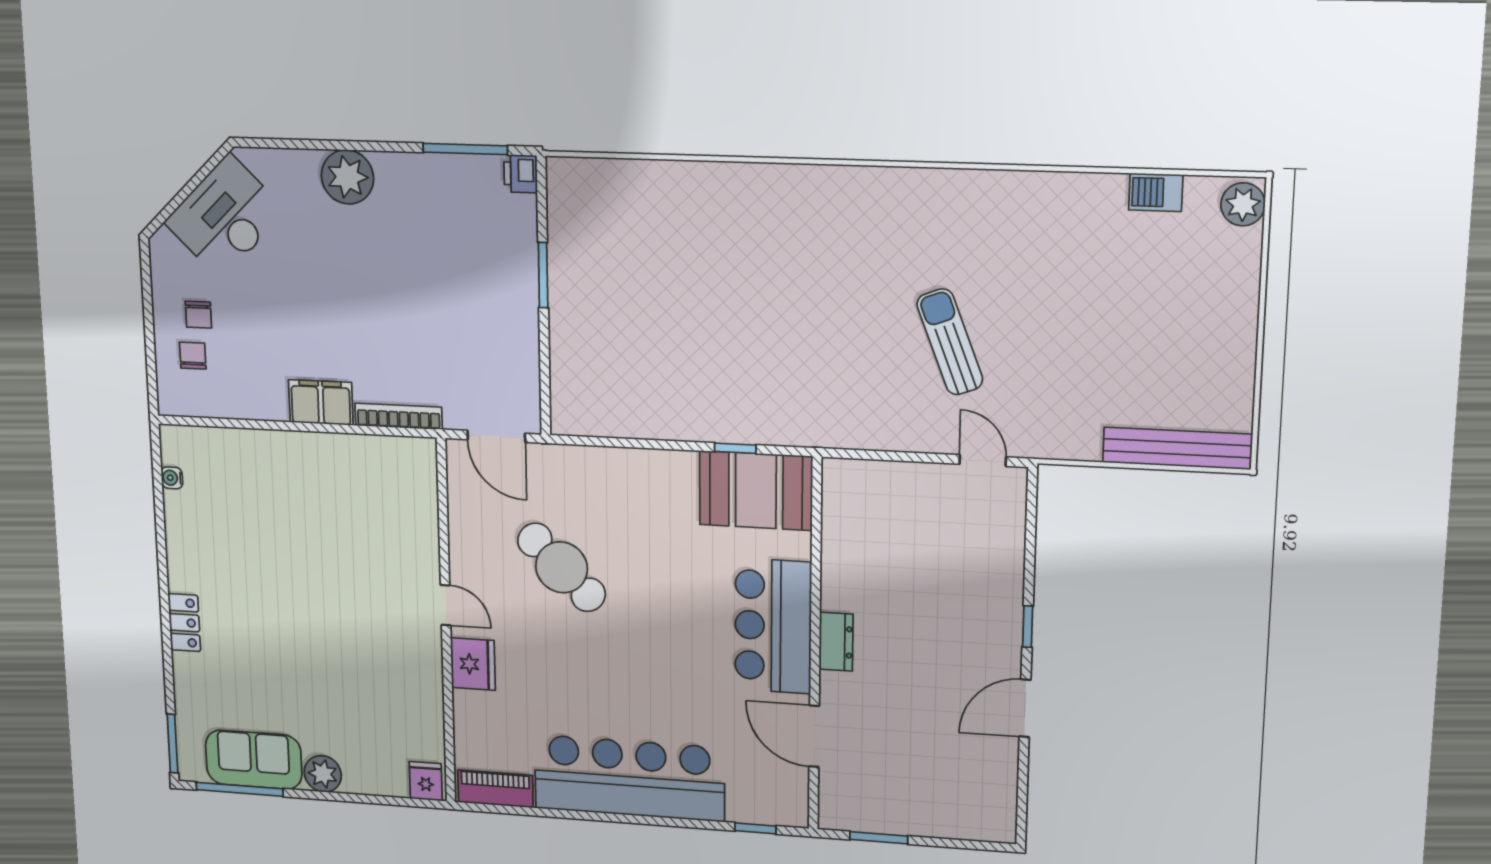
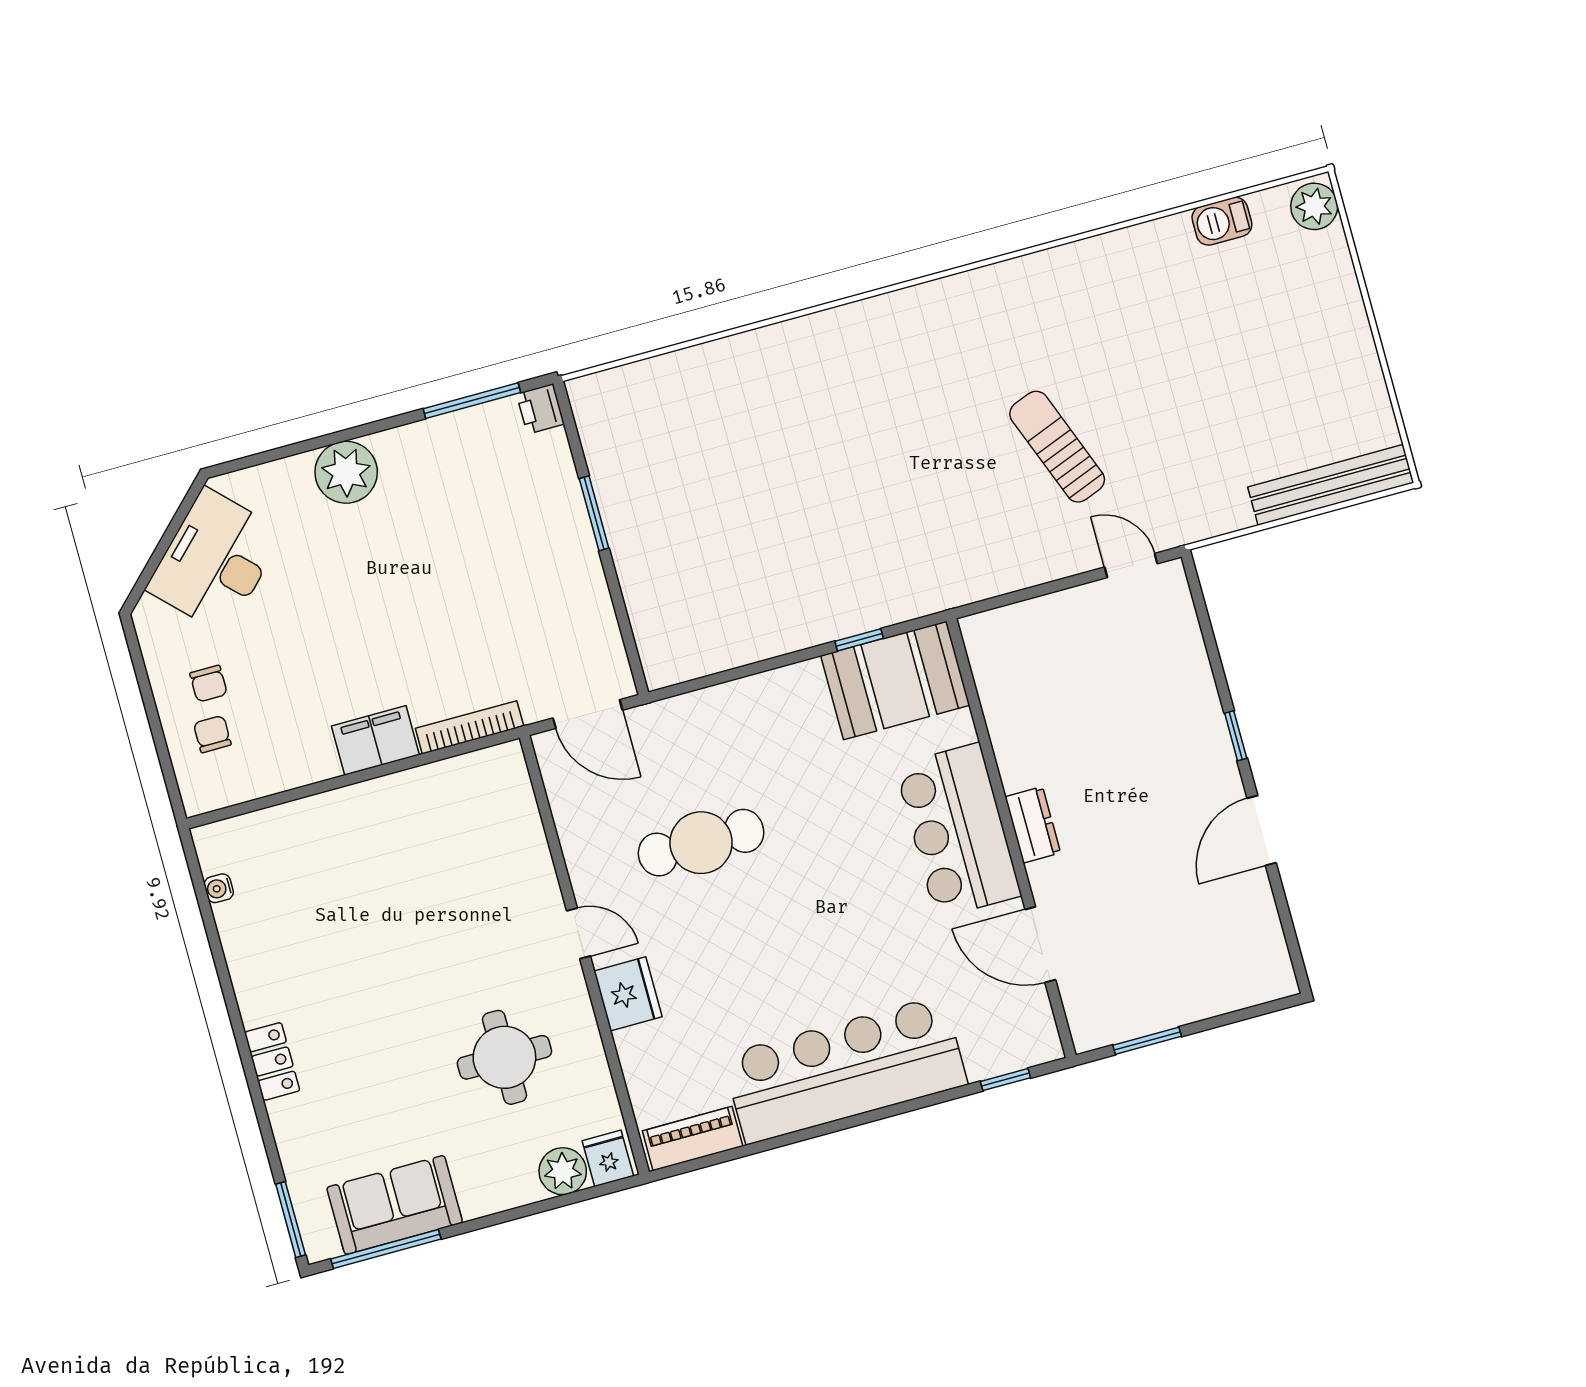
cafe table: (562, 567) -> (701, 843), turned -45
round table: (364, 679) -> (504, 1057), added
plant: (323, 774) -> (563, 1171), moved

